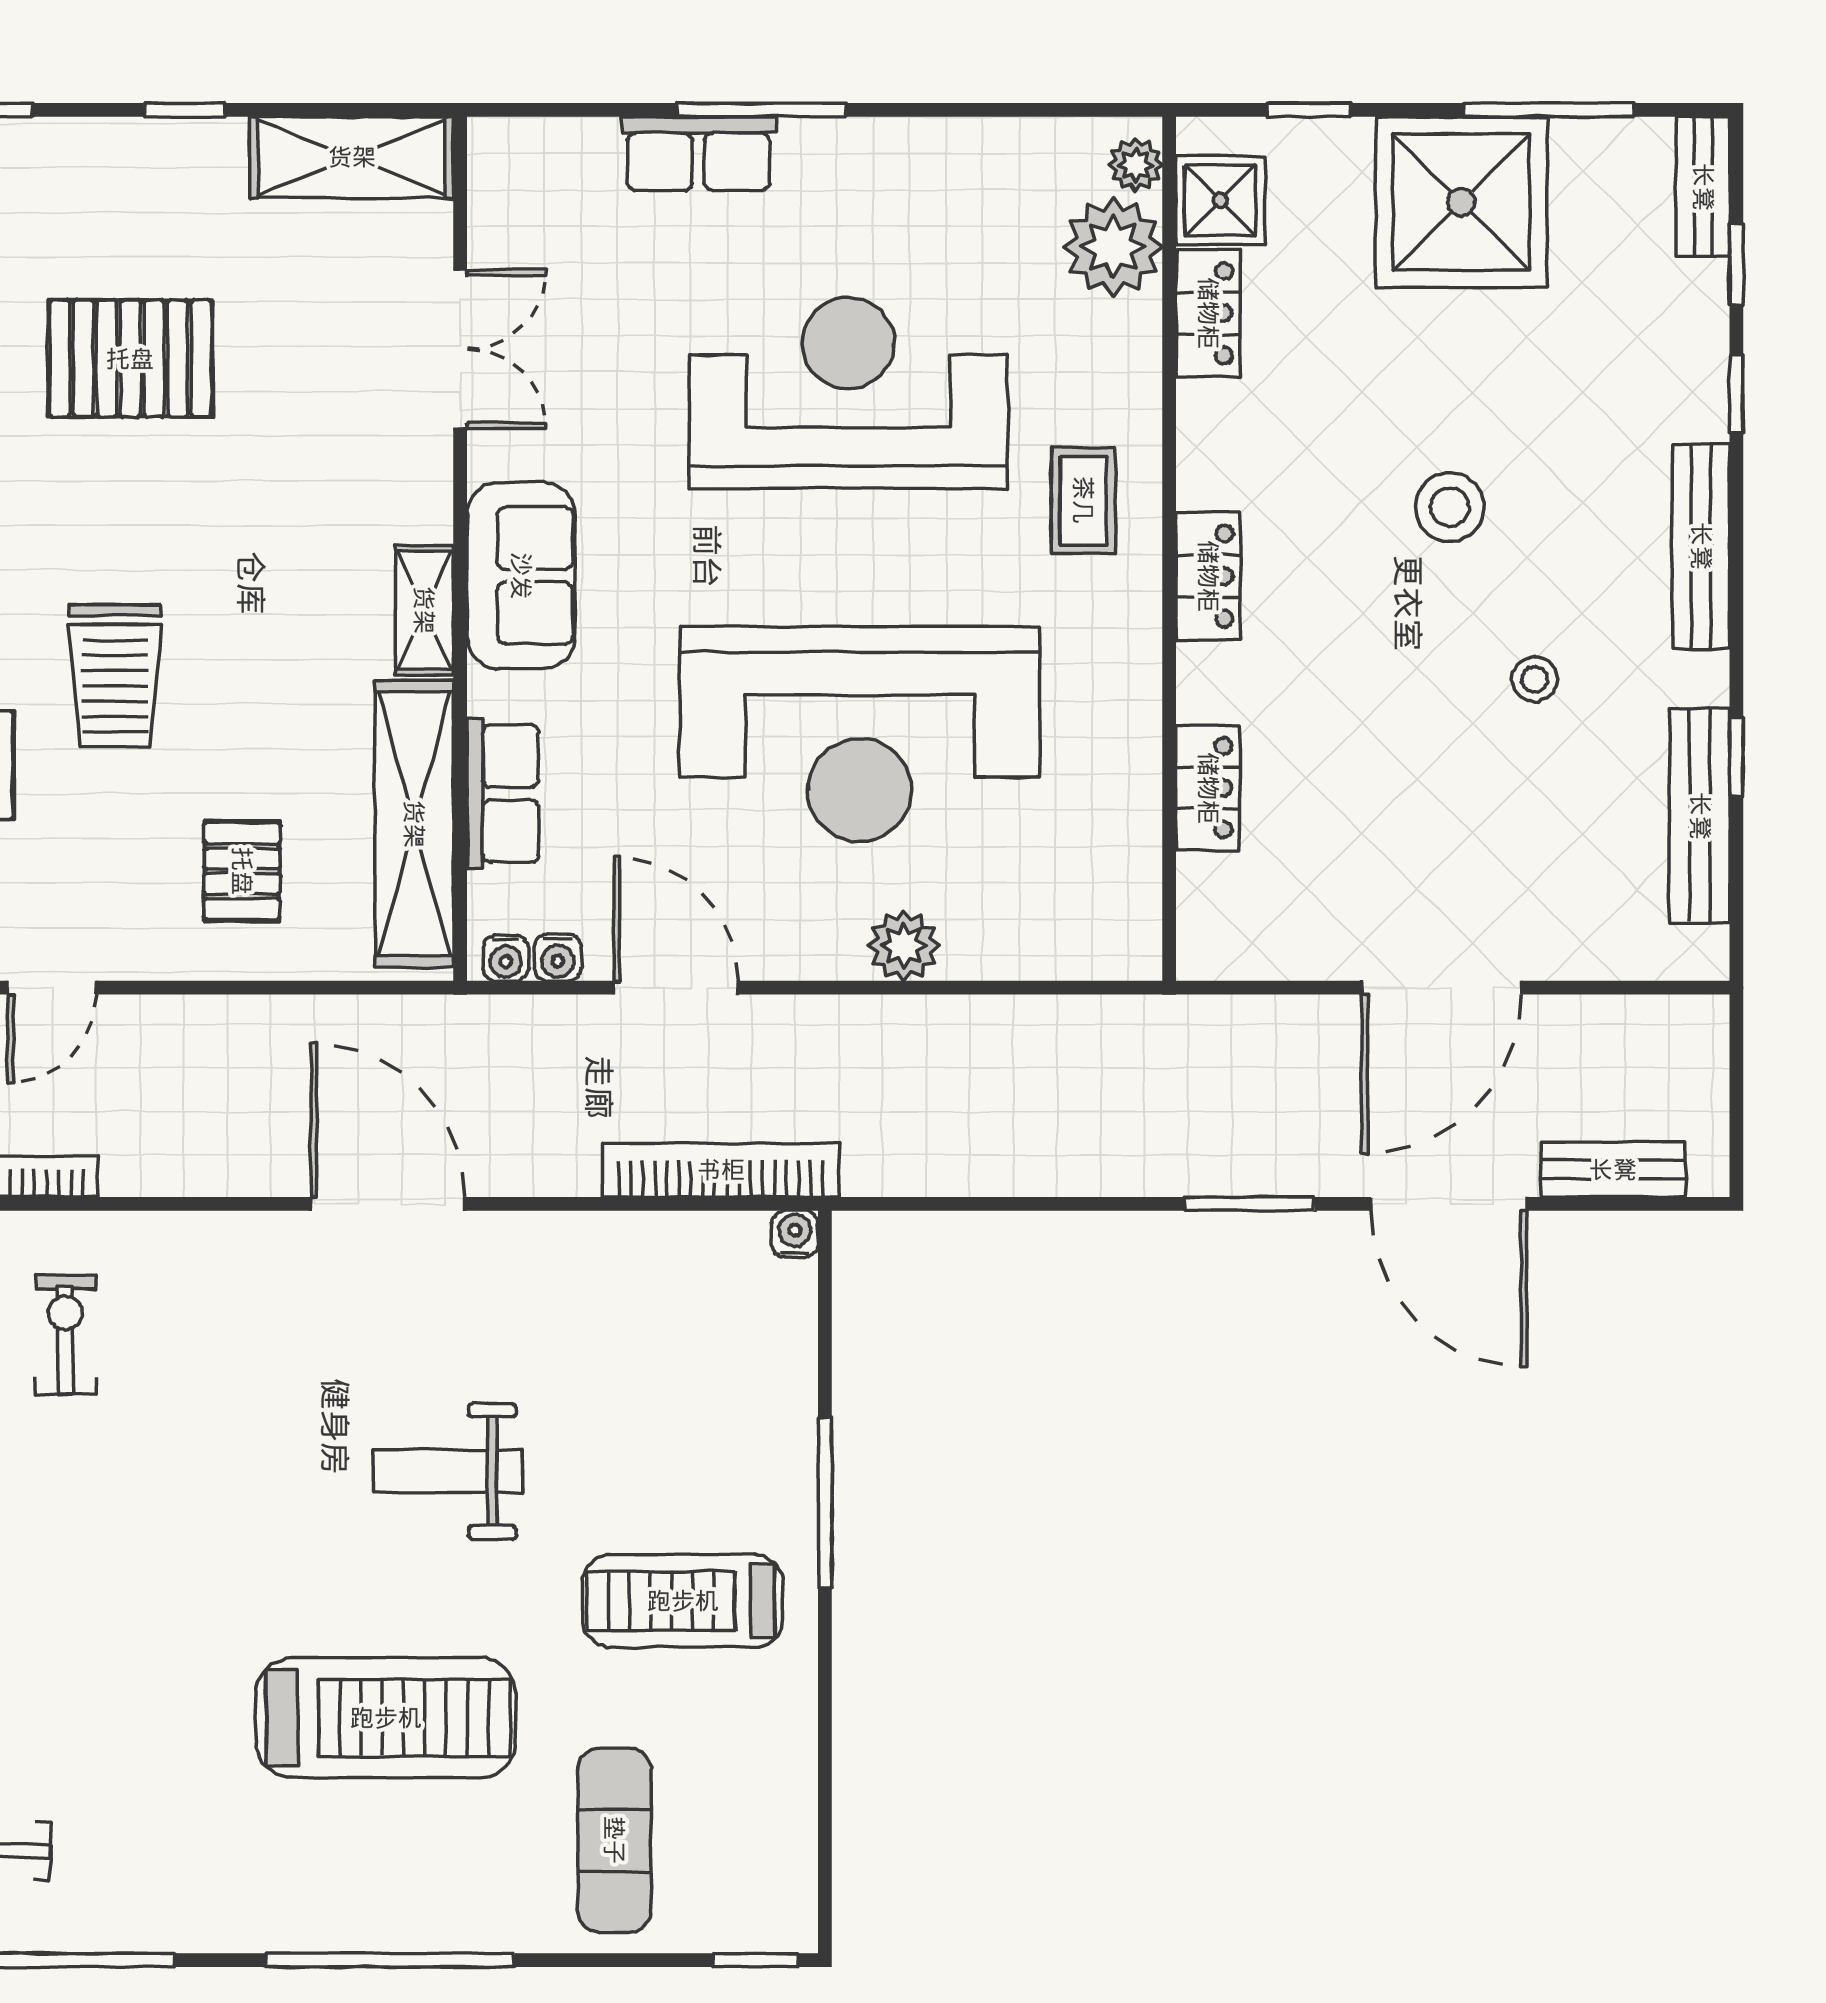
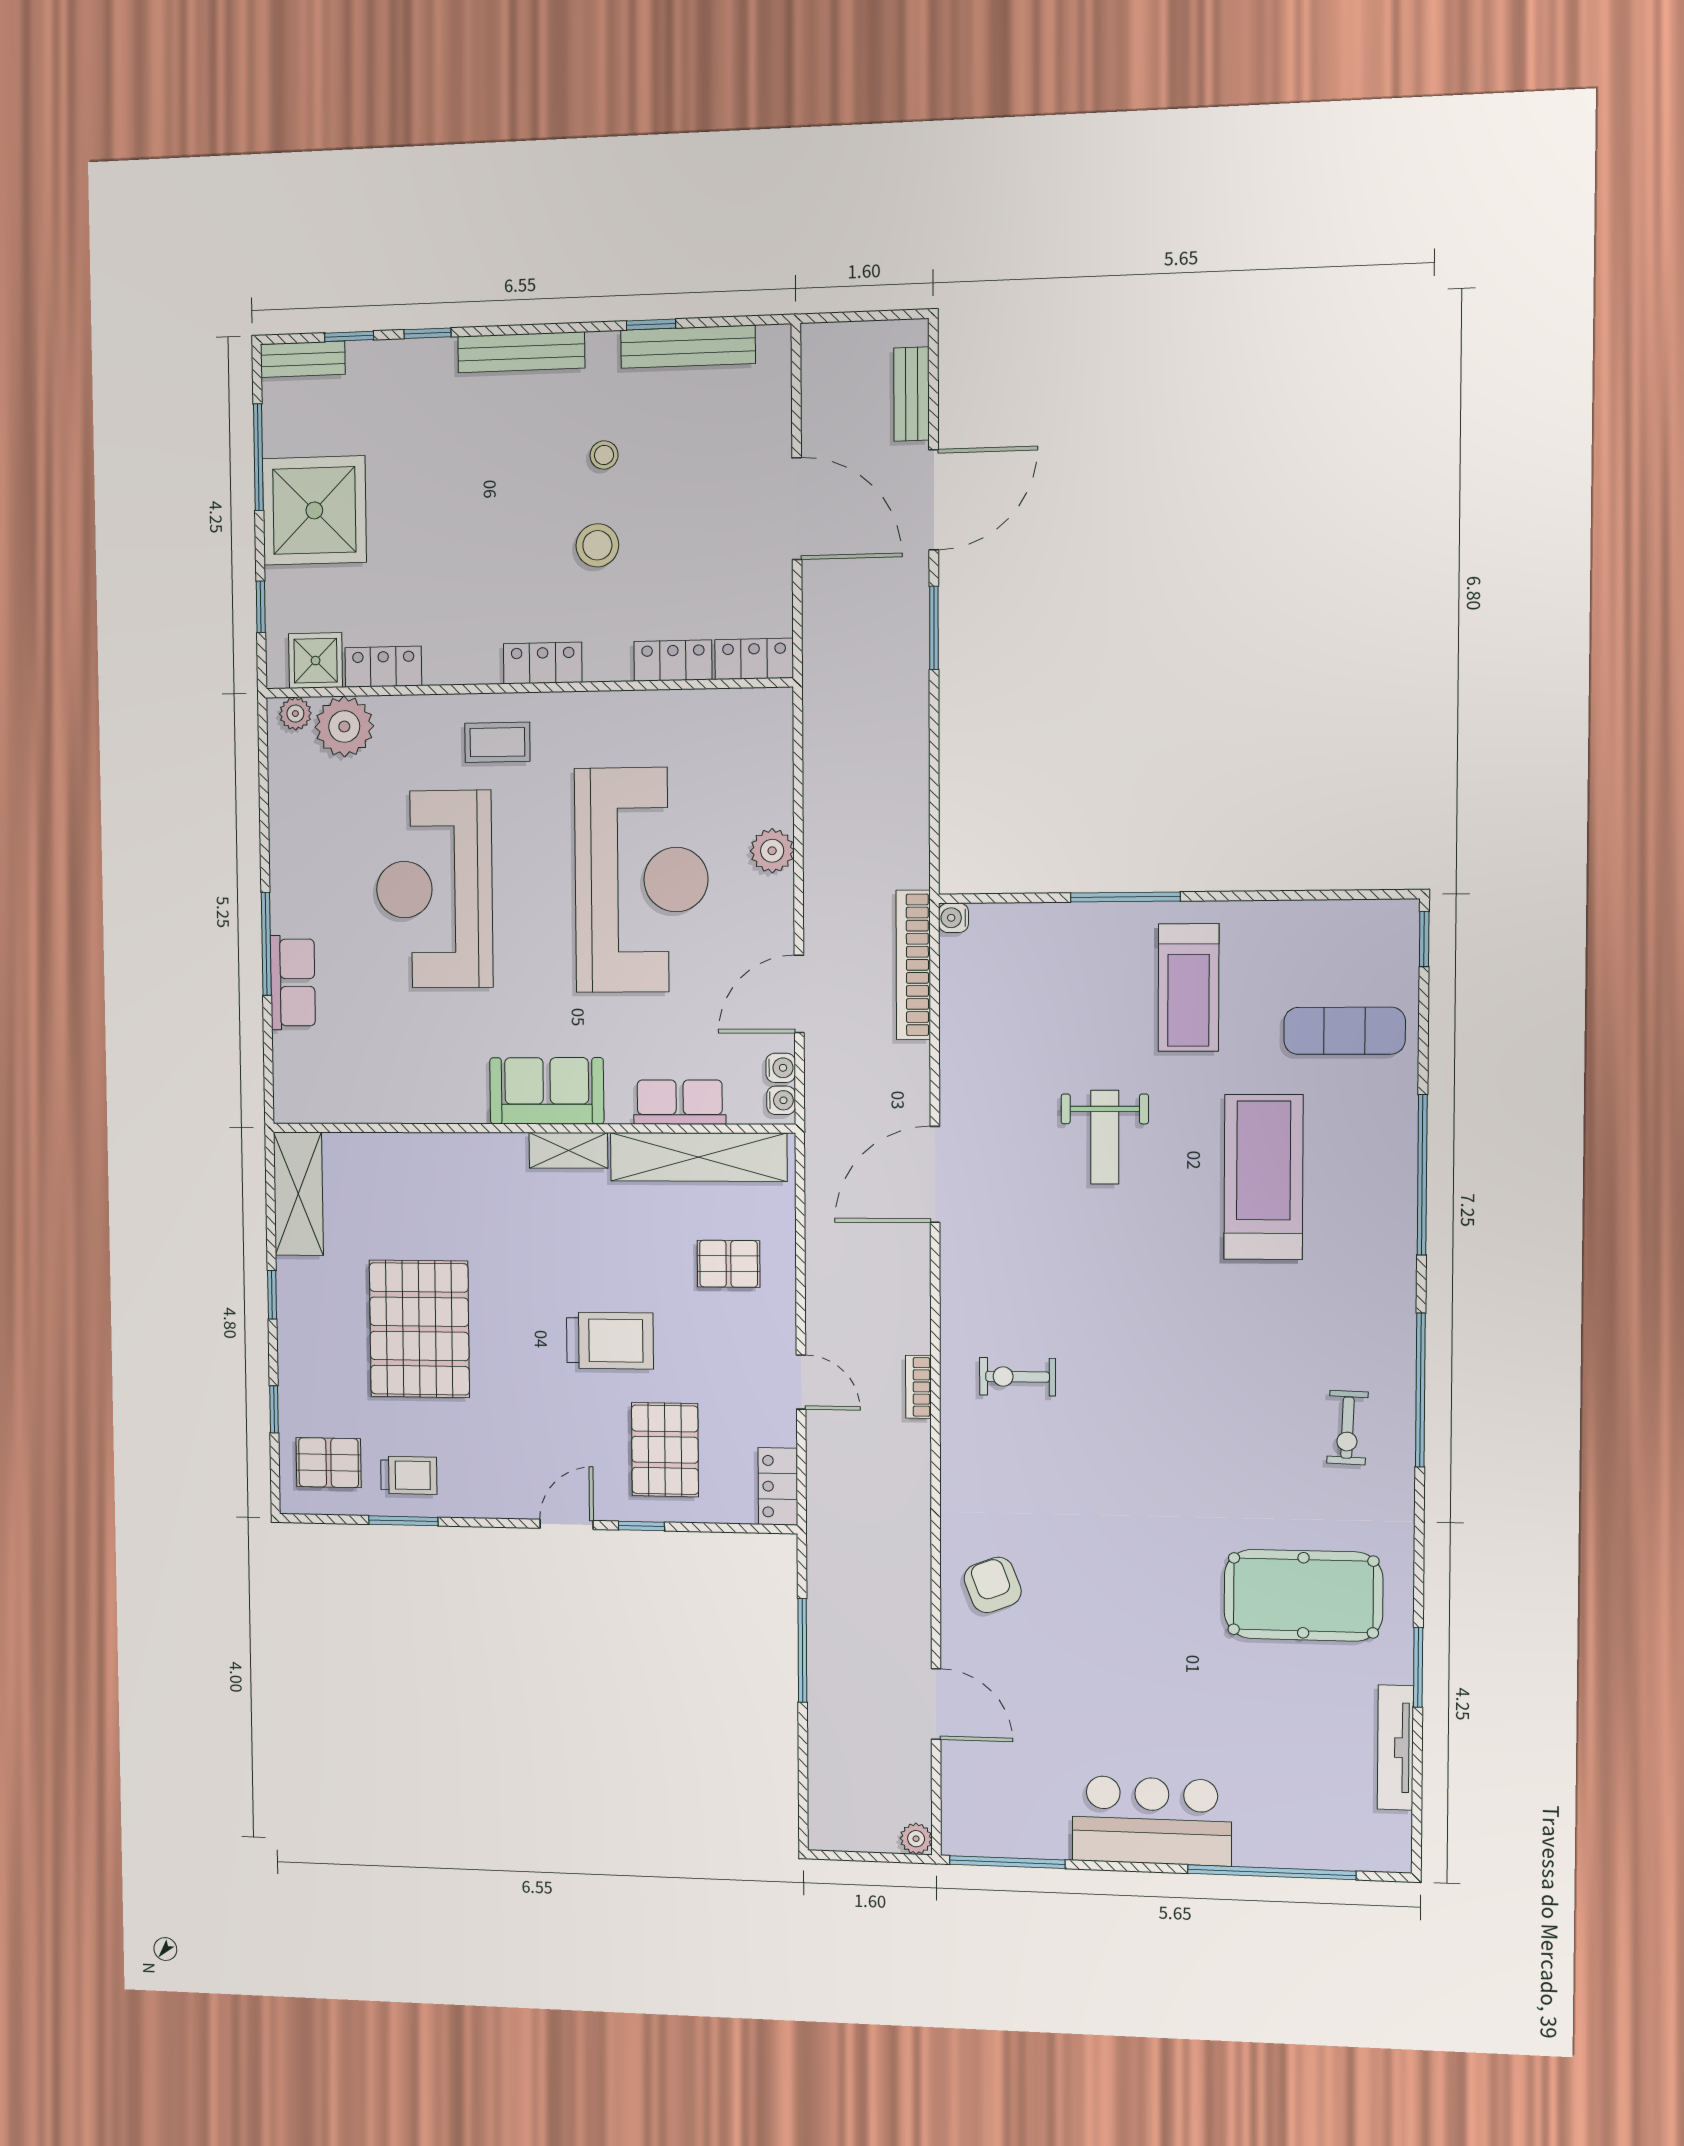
double door: (460, 349) -> (411, 1128), removed
pallet: (130, 359) -> (419, 1329), width x1.37, depth x1.41
stool: (1450, 507) -> (597, 545), moved
locker: (1208, 918) -> (754, 659), added

